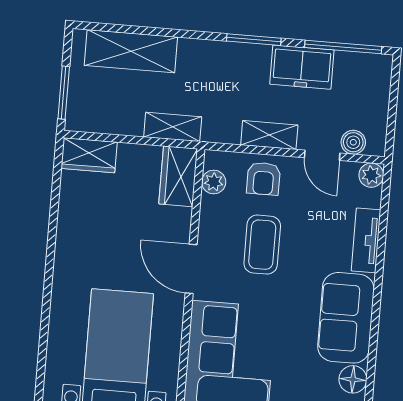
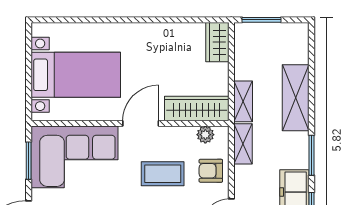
shelving: (131, 51) -> (296, 98), moved
shelving: (269, 135) -> (243, 144), moved
wardrobe: (178, 176) -> (197, 108), width x1.50

